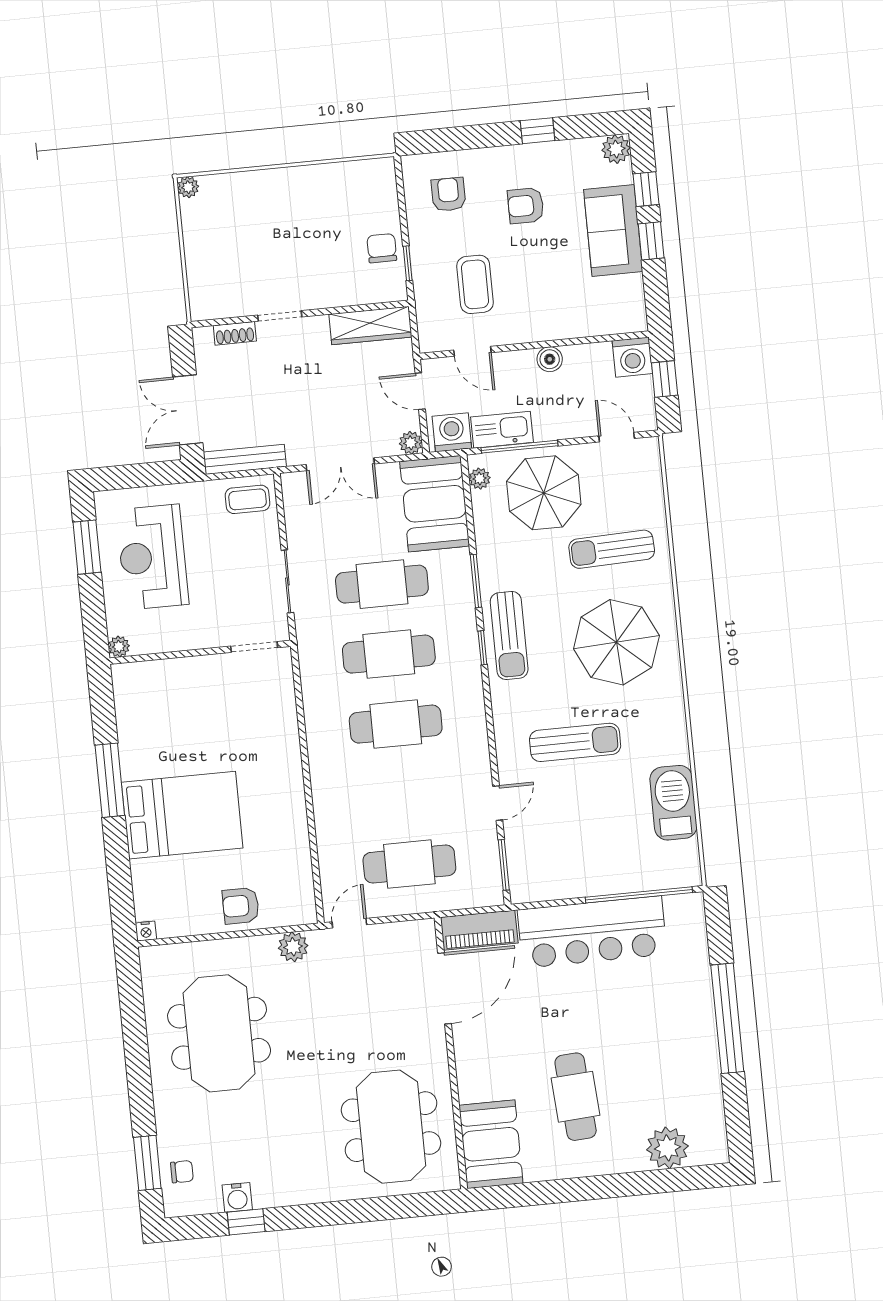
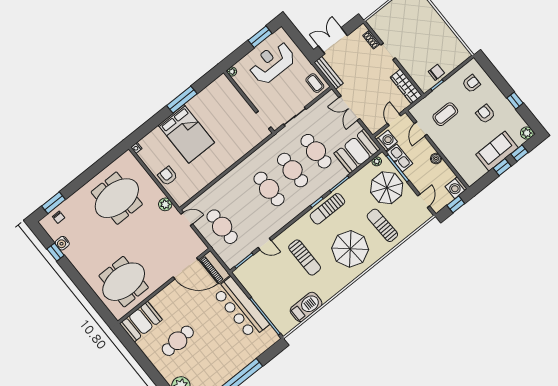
plant: (411, 443) -> (373, 128), removed

